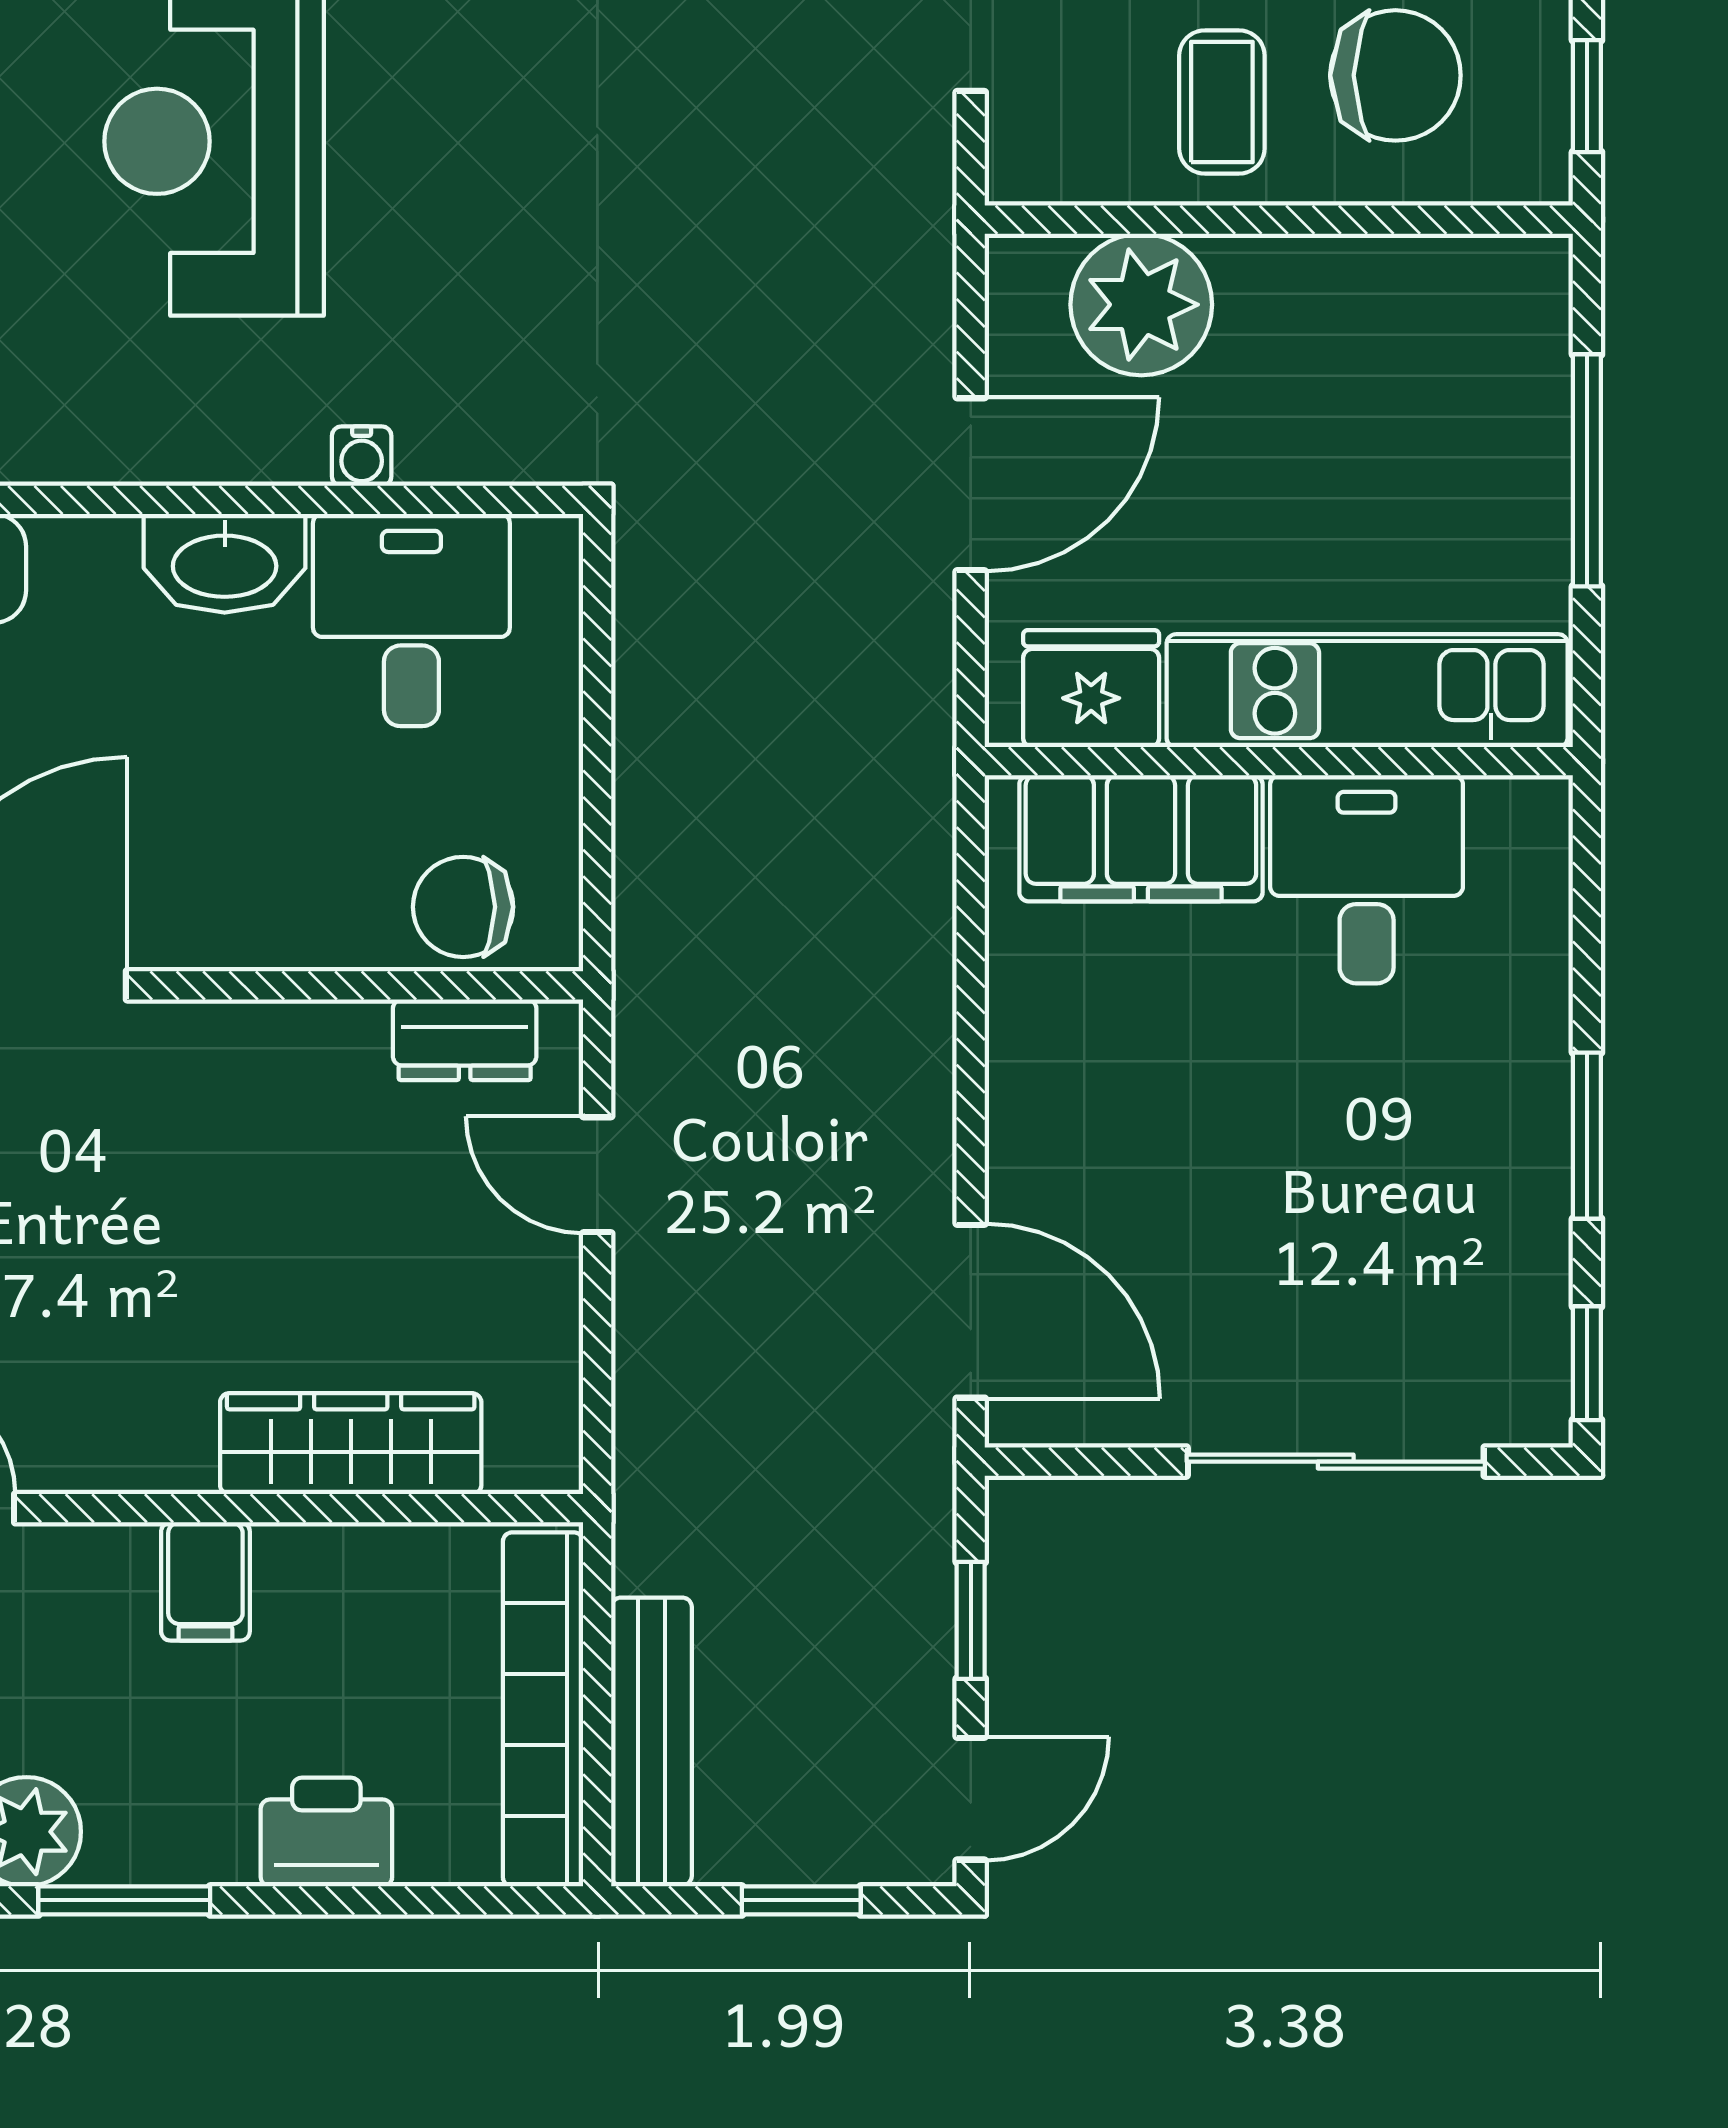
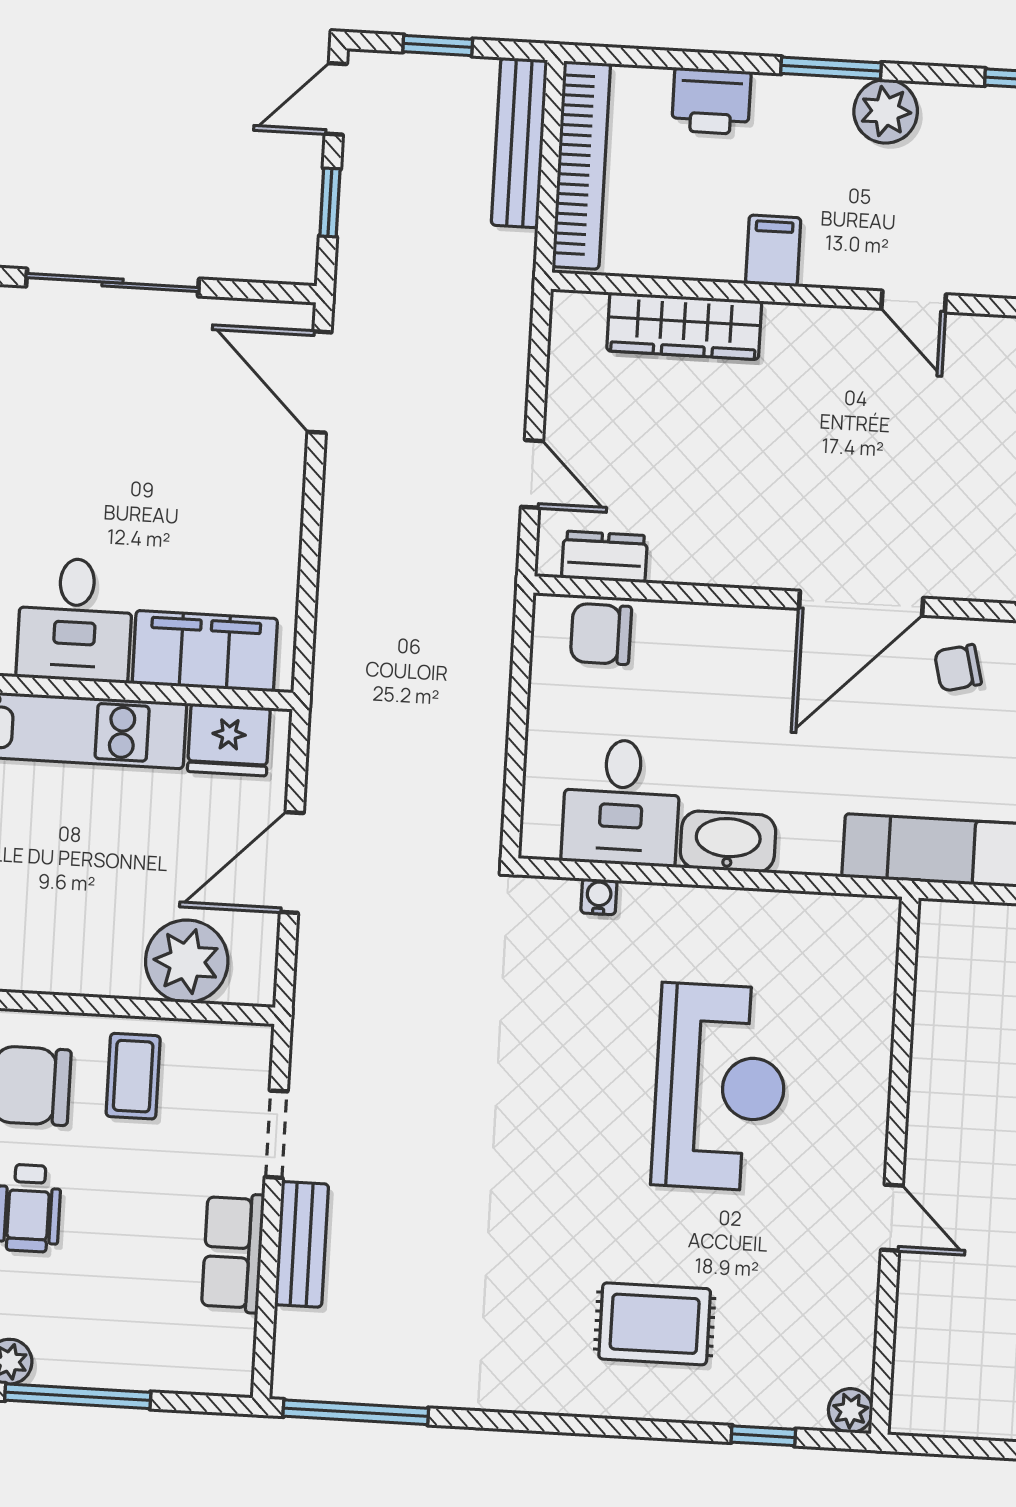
water cooler: (362, 456) -> (599, 897), moved
chair: (463, 907) -> (601, 634), turned 180

